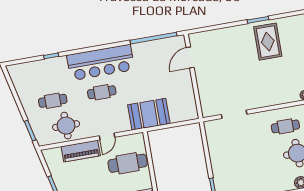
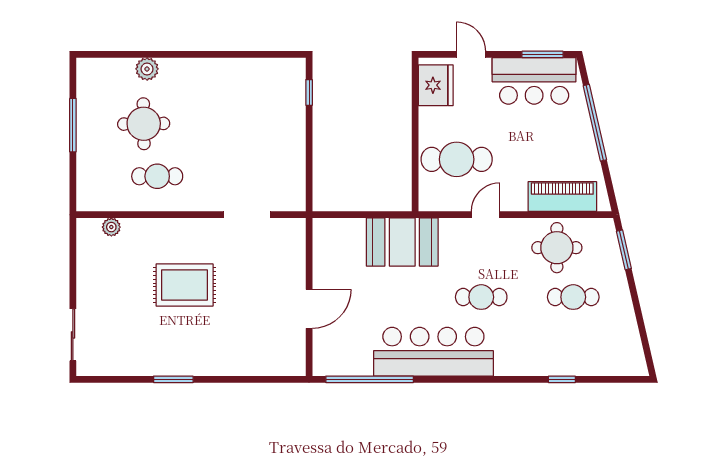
rug: (268, 42) -> (185, 285), moved, turned 90
door: (190, 58) -> (309, 309), moved
bar counter: (101, 62) -> (433, 352), moved
piano: (81, 151) -> (562, 197), moved

